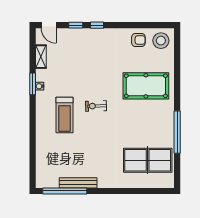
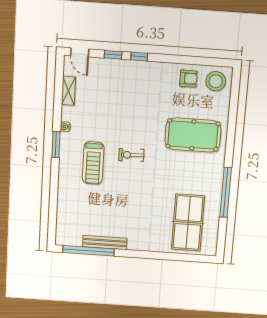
window: (33, 84) -> (56, 145), moved
table tennis table: (148, 160) -> (188, 223), turned 90

